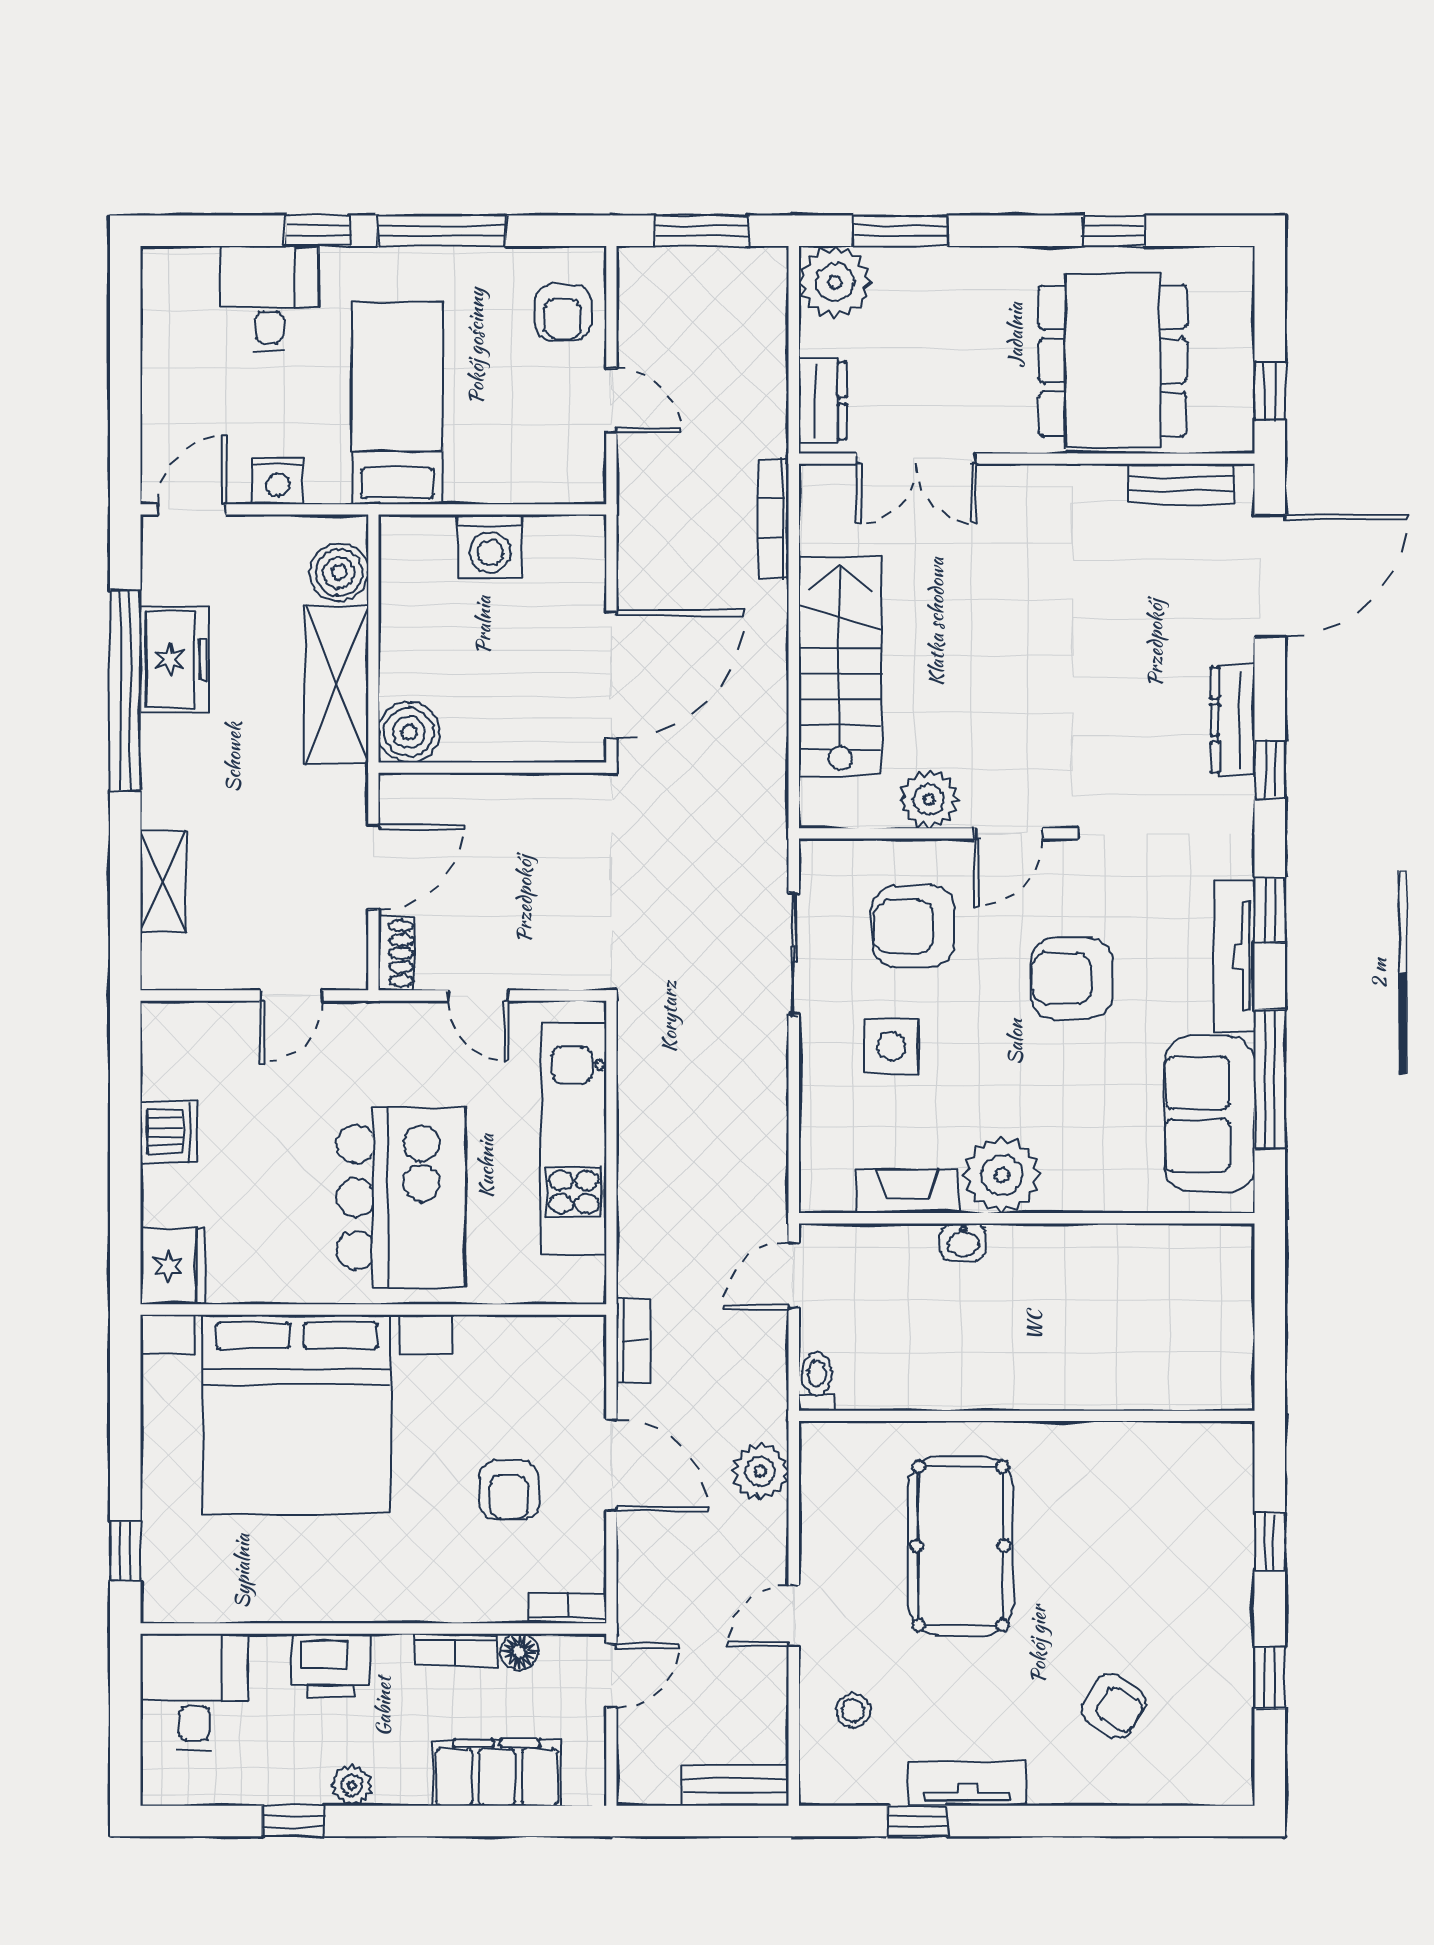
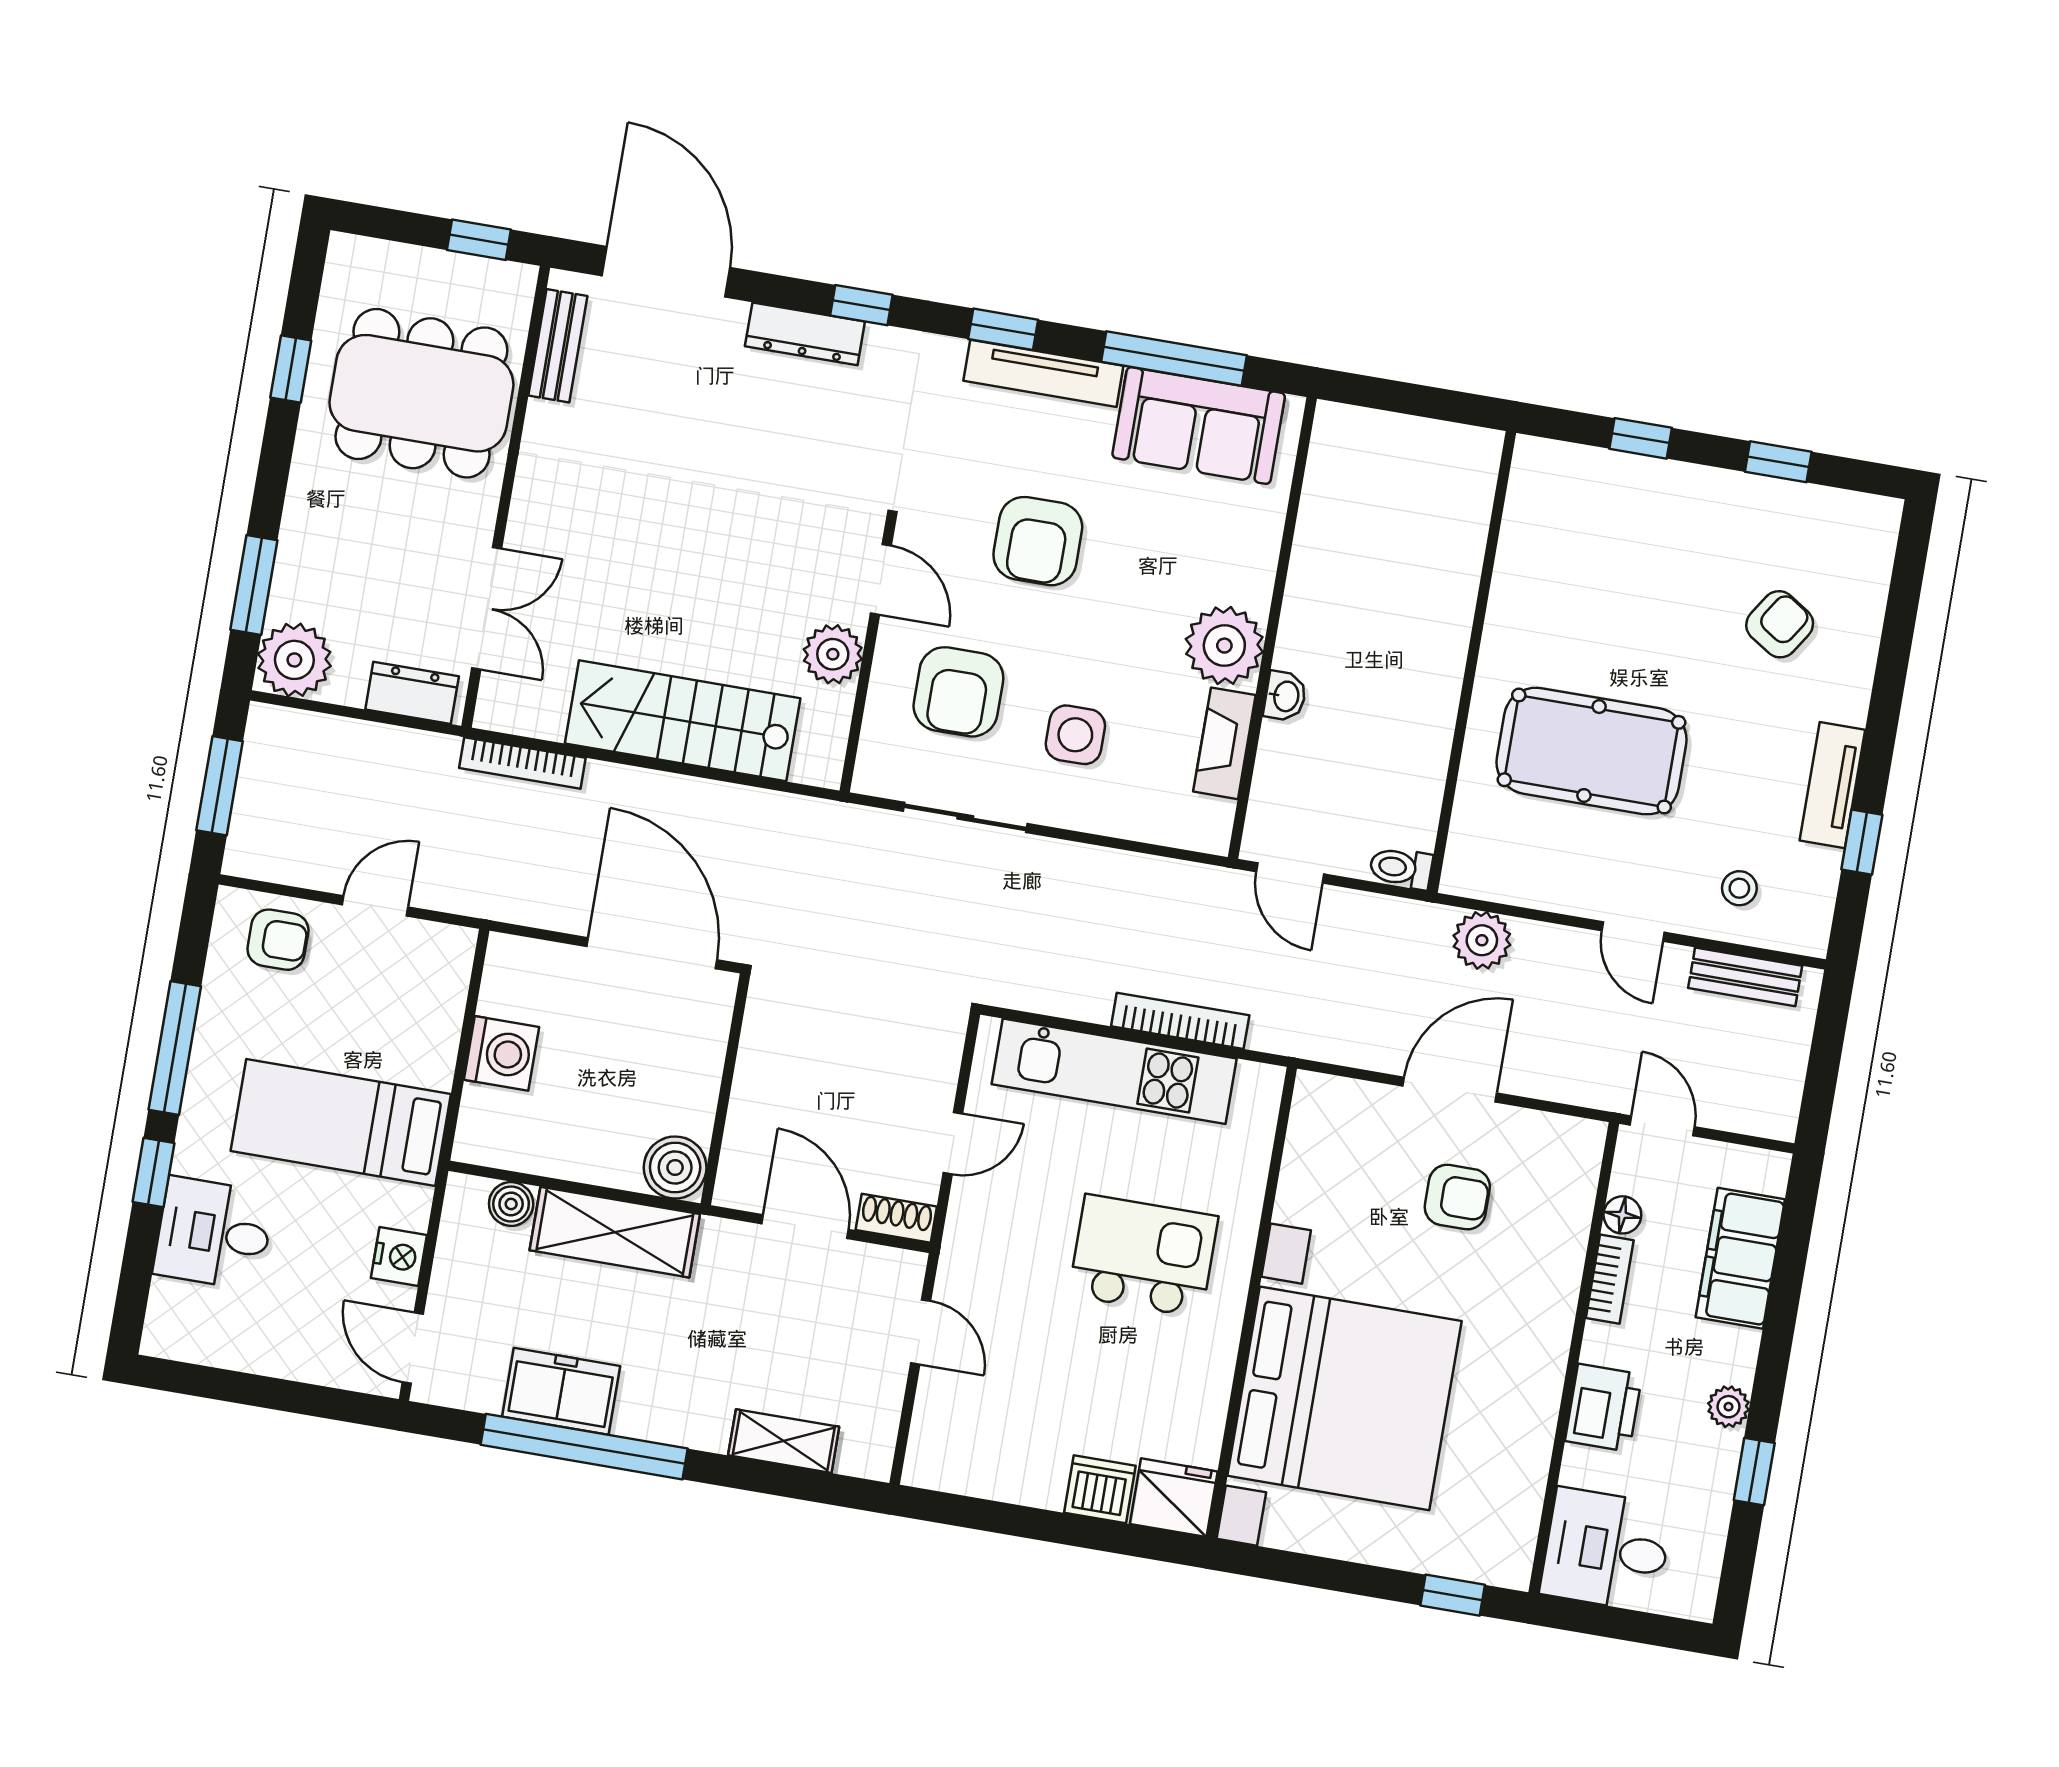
boiler: (339, 572) -> (511, 1204), width x0.73, depth x0.73
dishwasher: (169, 1132) -> (1100, 1489), moved
kitchen island: (401, 1197) -> (1143, 1256), width x0.73, depth x0.78
bookcase: (633, 1341) -> (1180, 1021), moved, width x1.56
bookcase: (567, 1608) -> (1586, 1159), removed
bench: (736, 1786) -> (1745, 977), moved, turned 90

